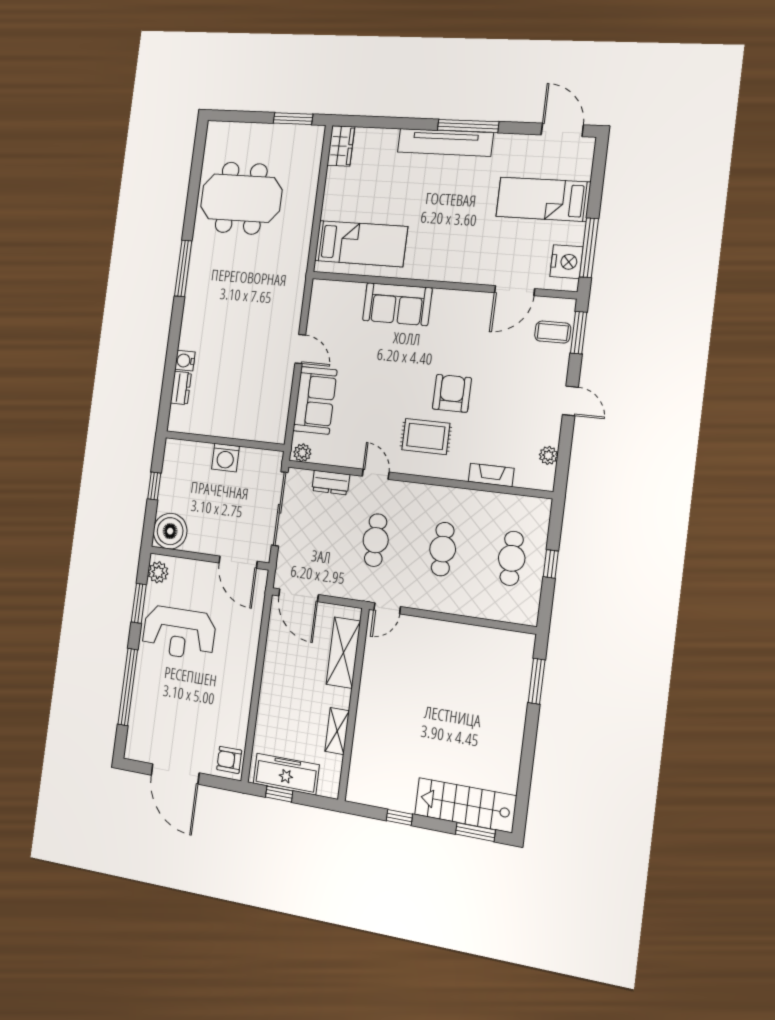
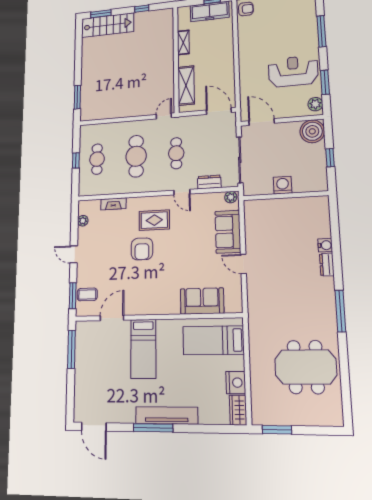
bed: (543, 199) -> (143, 349), moved, turned 90
nightstand: (566, 262) -> (236, 383), moved, turned 180
sofa: (397, 304) -> (202, 301), moved
dresser: (181, 388) -> (327, 265), moved
cafe table: (443, 549) -> (136, 156), width x1.37, depth x1.35
window: (128, 687) -> (321, 31), width x0.68

